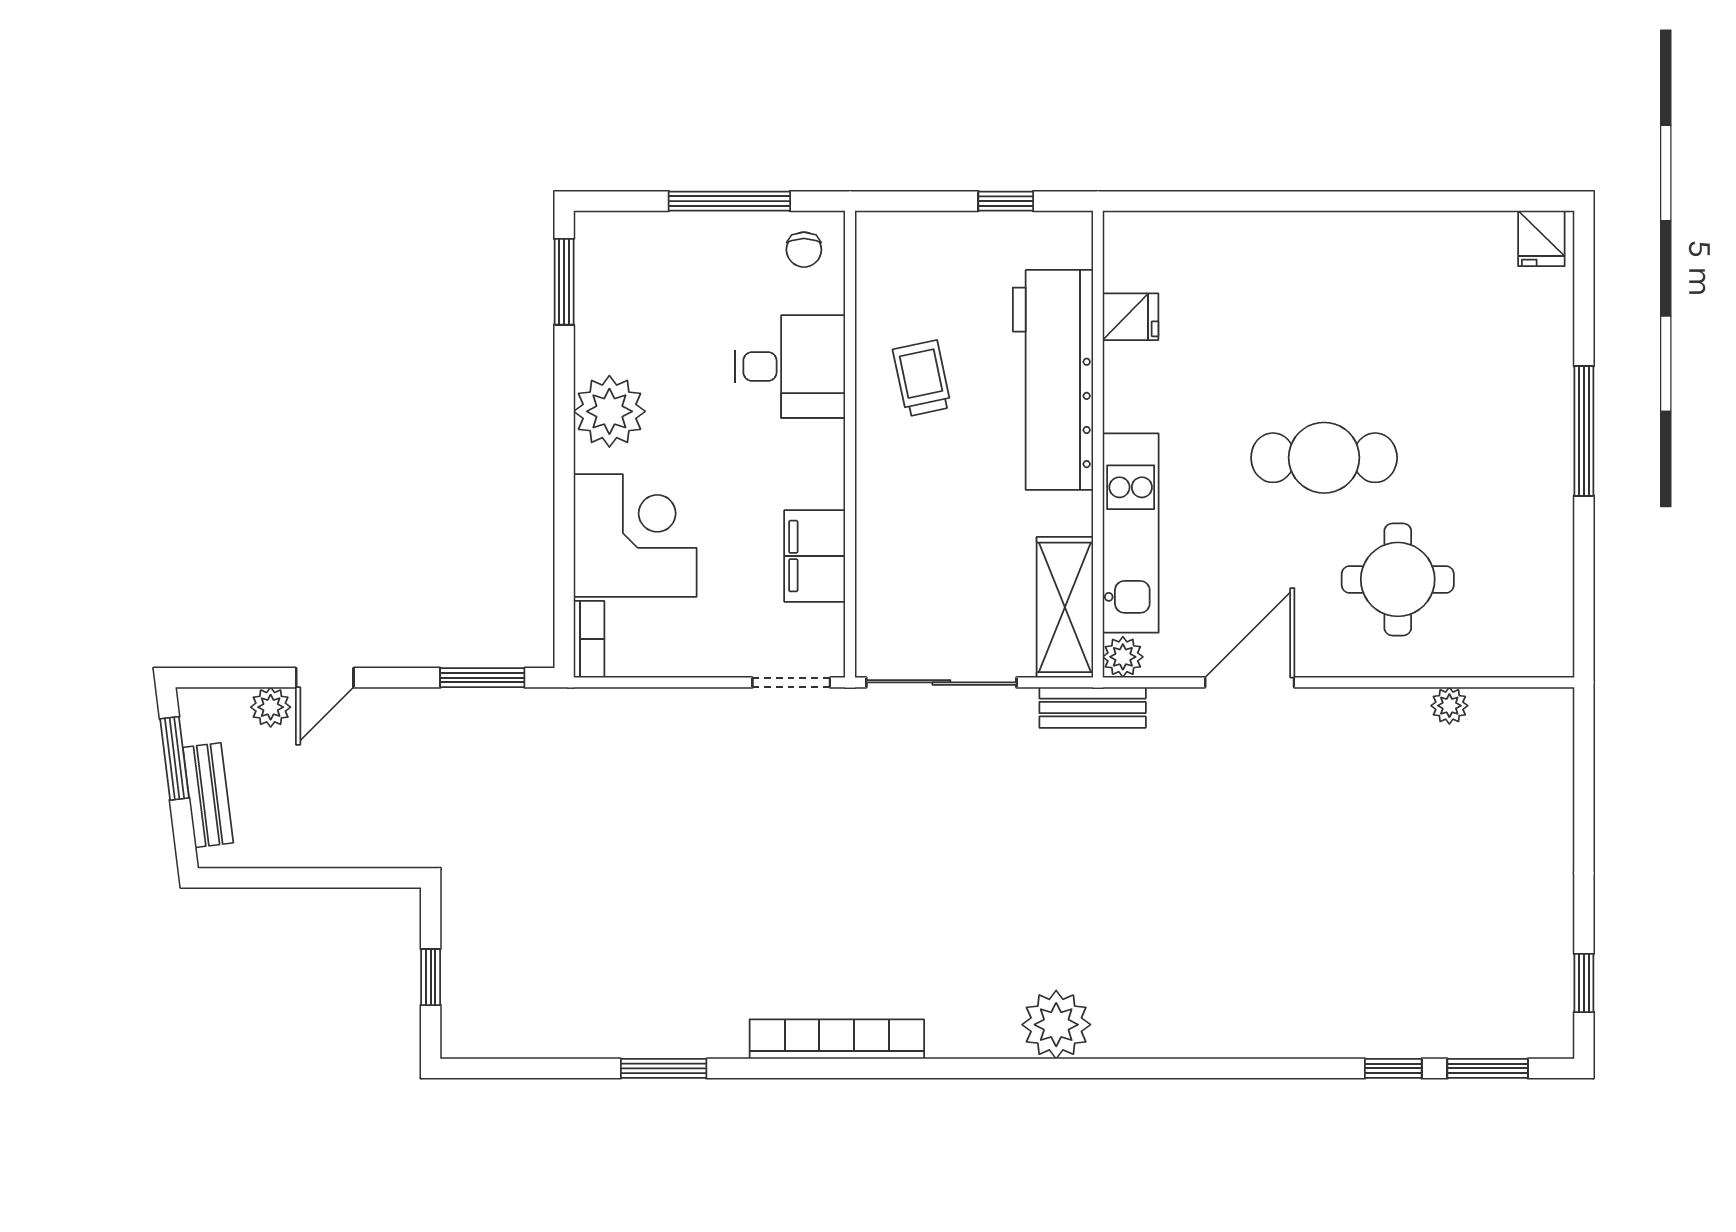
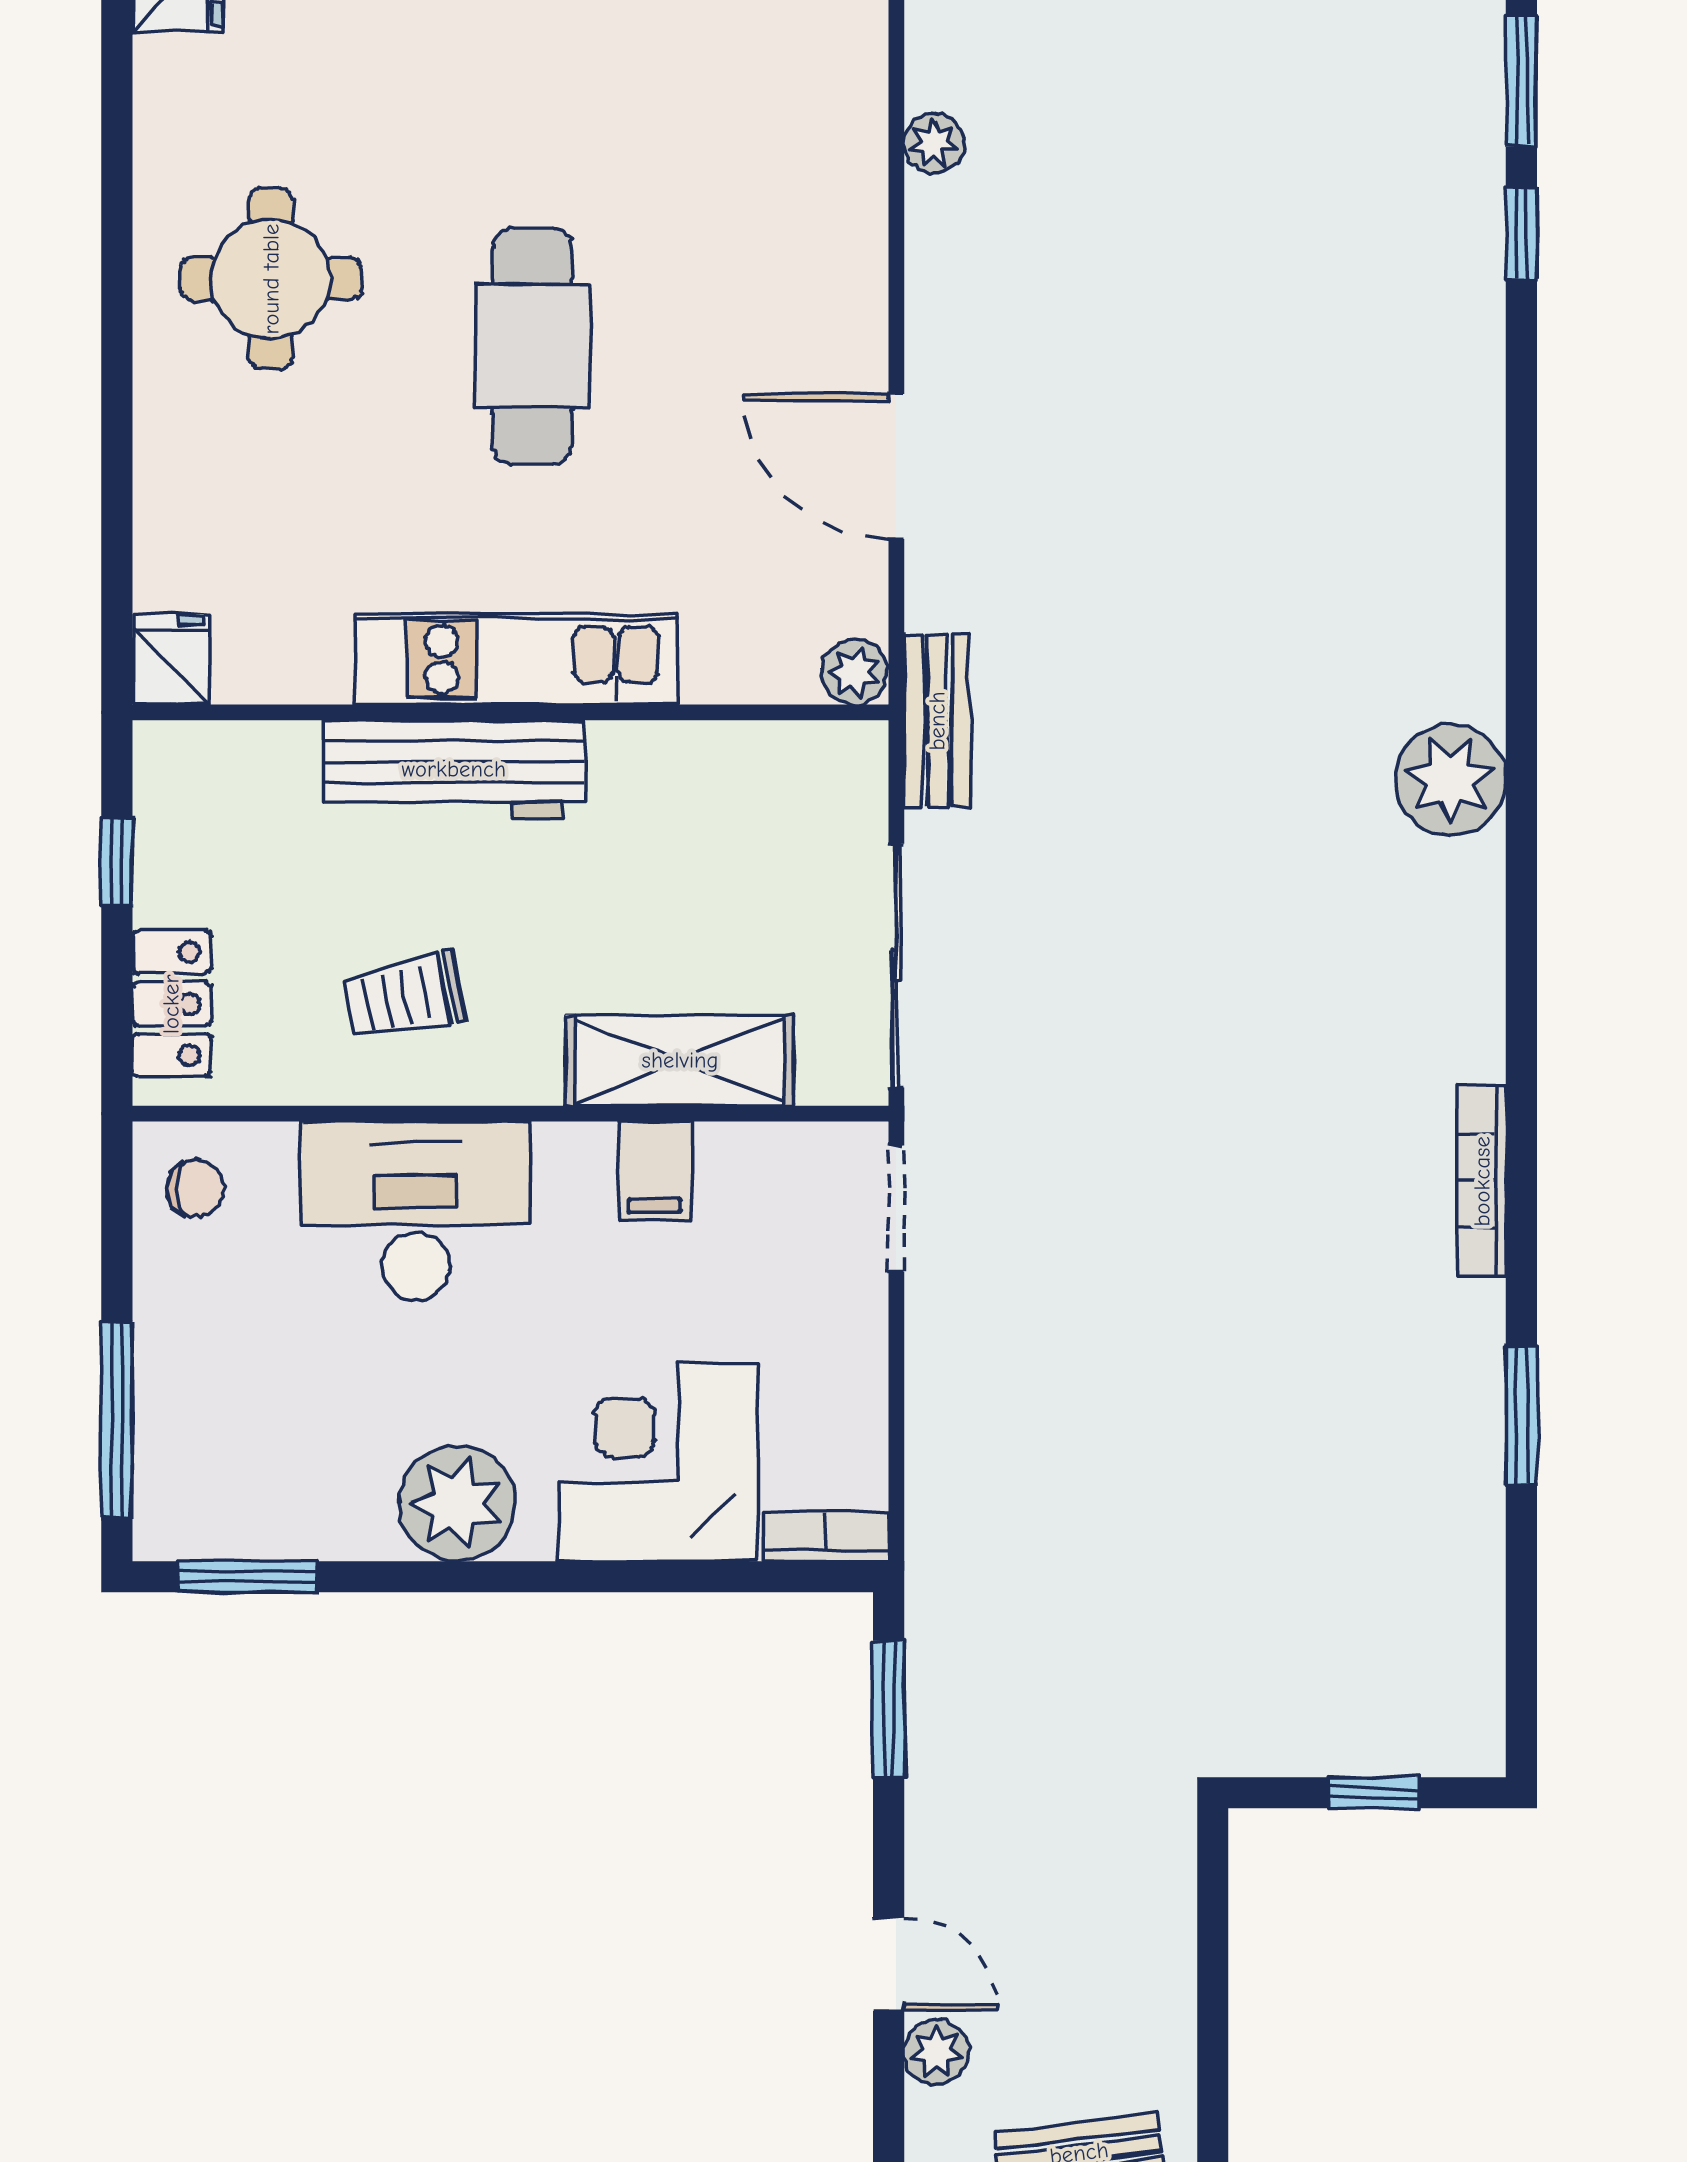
window: (729, 201) -> (117, 1420), moved
locker: (918, 235) -> (171, 1004), added
fridge: (1130, 317) -> (172, 659), moved
desk: (790, 366) -> (416, 1211), width x1.37
workbench: (1053, 380) -> (454, 769), width x0.73, depth x0.76
kitchen unit: (1131, 533) -> (516, 659), moved
filing cabinet: (815, 556) -> (654, 1171), width x0.50
round table: (1398, 579) -> (271, 279), moved
shelving: (1065, 607) -> (680, 1060), moved
bookcase: (837, 1039) -> (1482, 1181), width x0.68, depth x0.76

